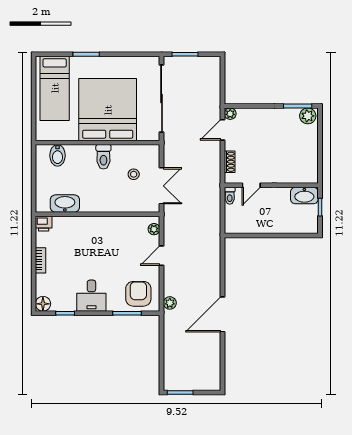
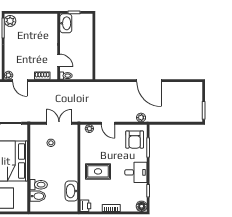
toilet: (103, 157) -> (39, 185), moved
rug: (93, 242) -> (98, 171), added
armchair: (138, 294) -> (135, 140), turned -90

